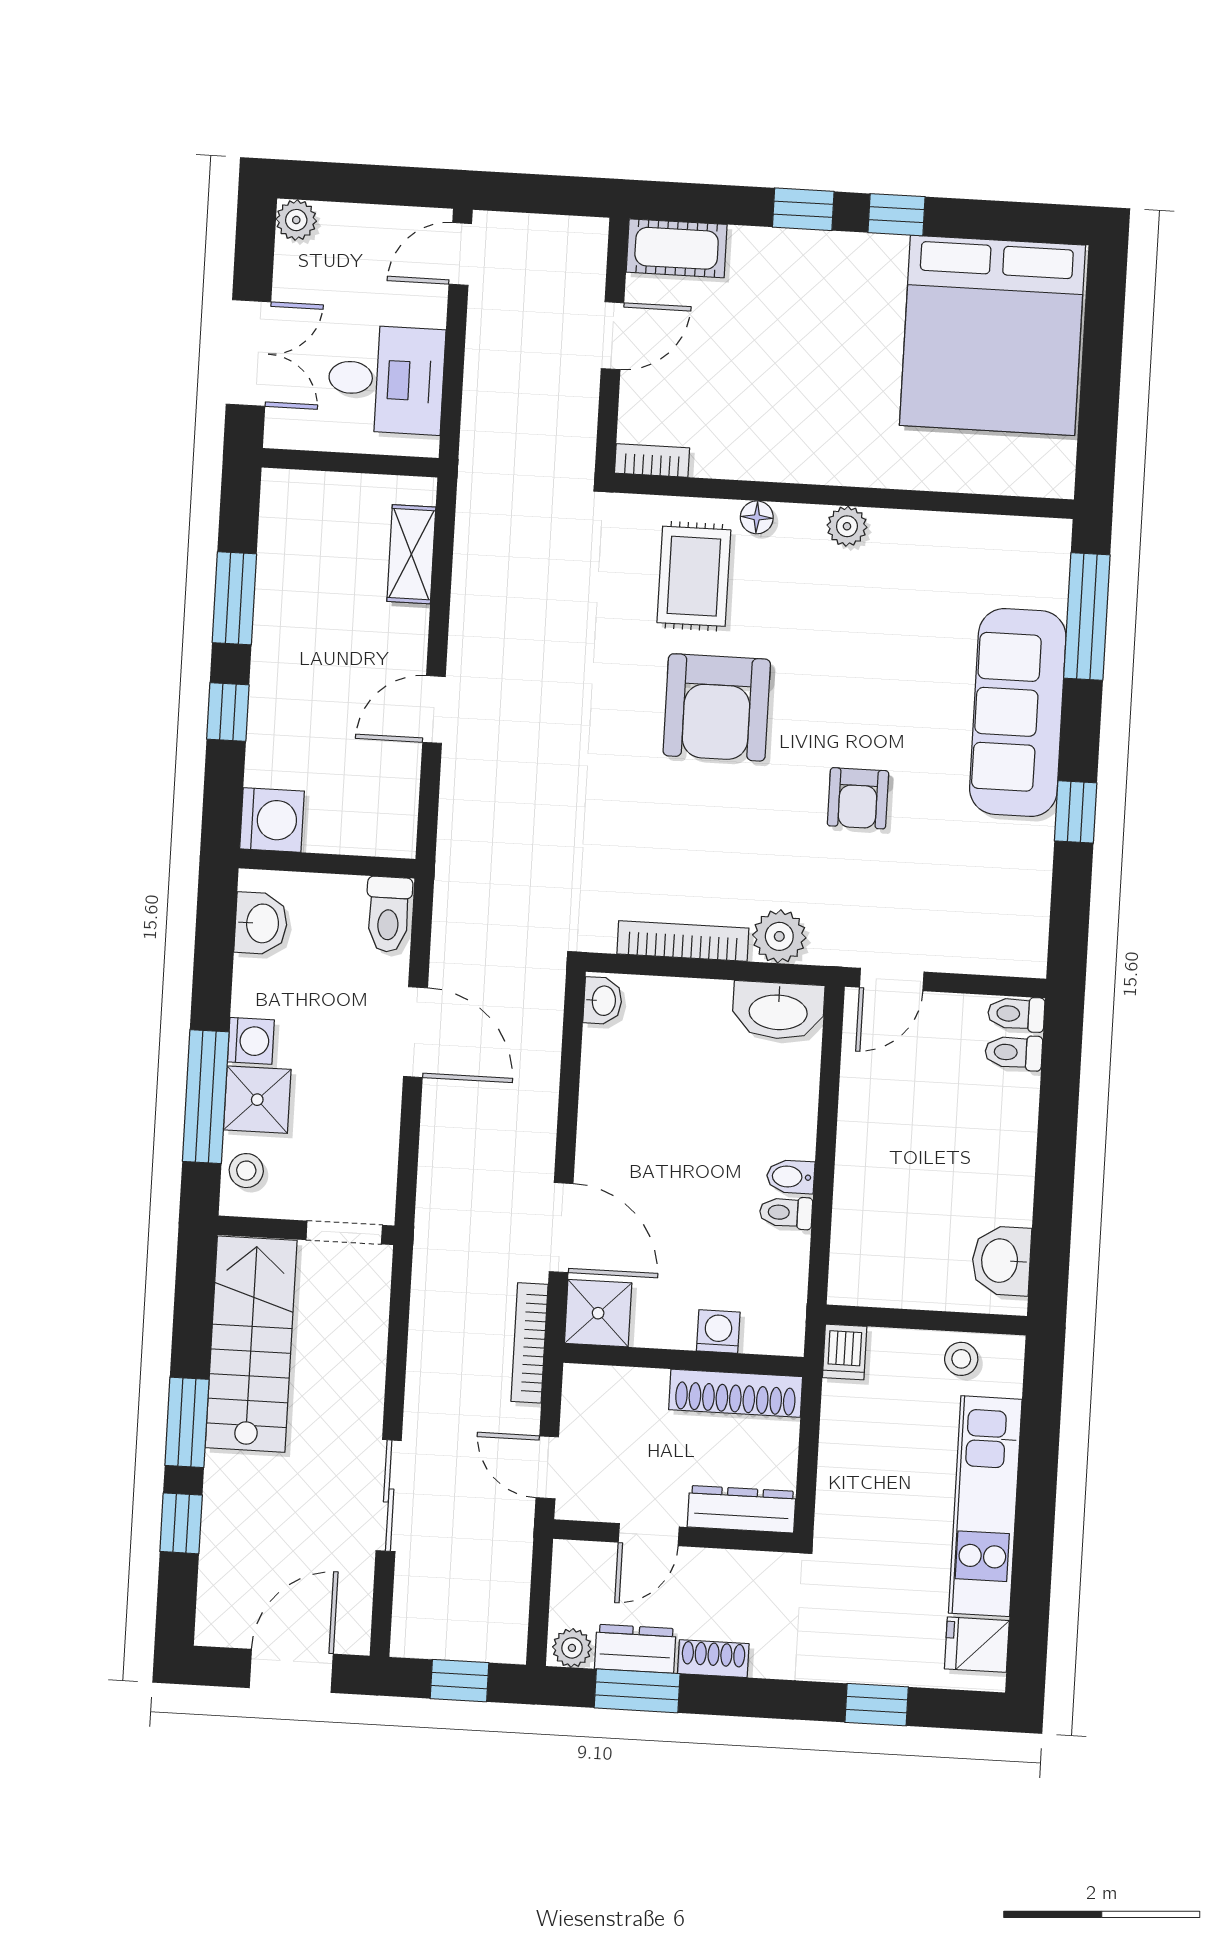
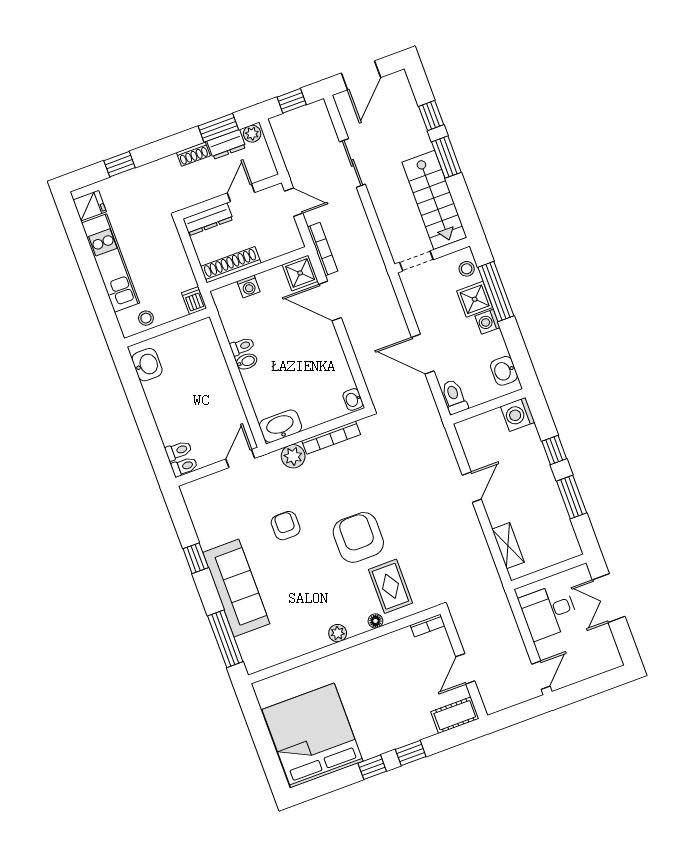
plant: (296, 220) -> (613, 660), removed

